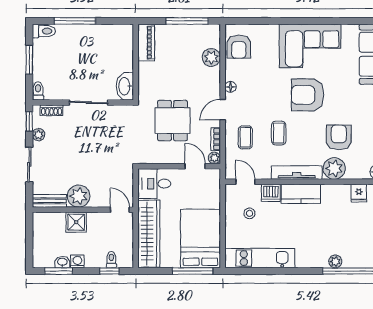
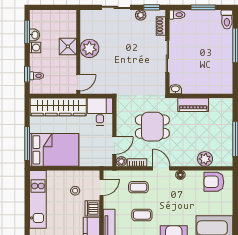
piano: (146, 42) -> (193, 105), moved
washbasin: (125, 86) -> (175, 89), width x0.52, depth x0.69
bench: (49, 201) -> (86, 24), removed

